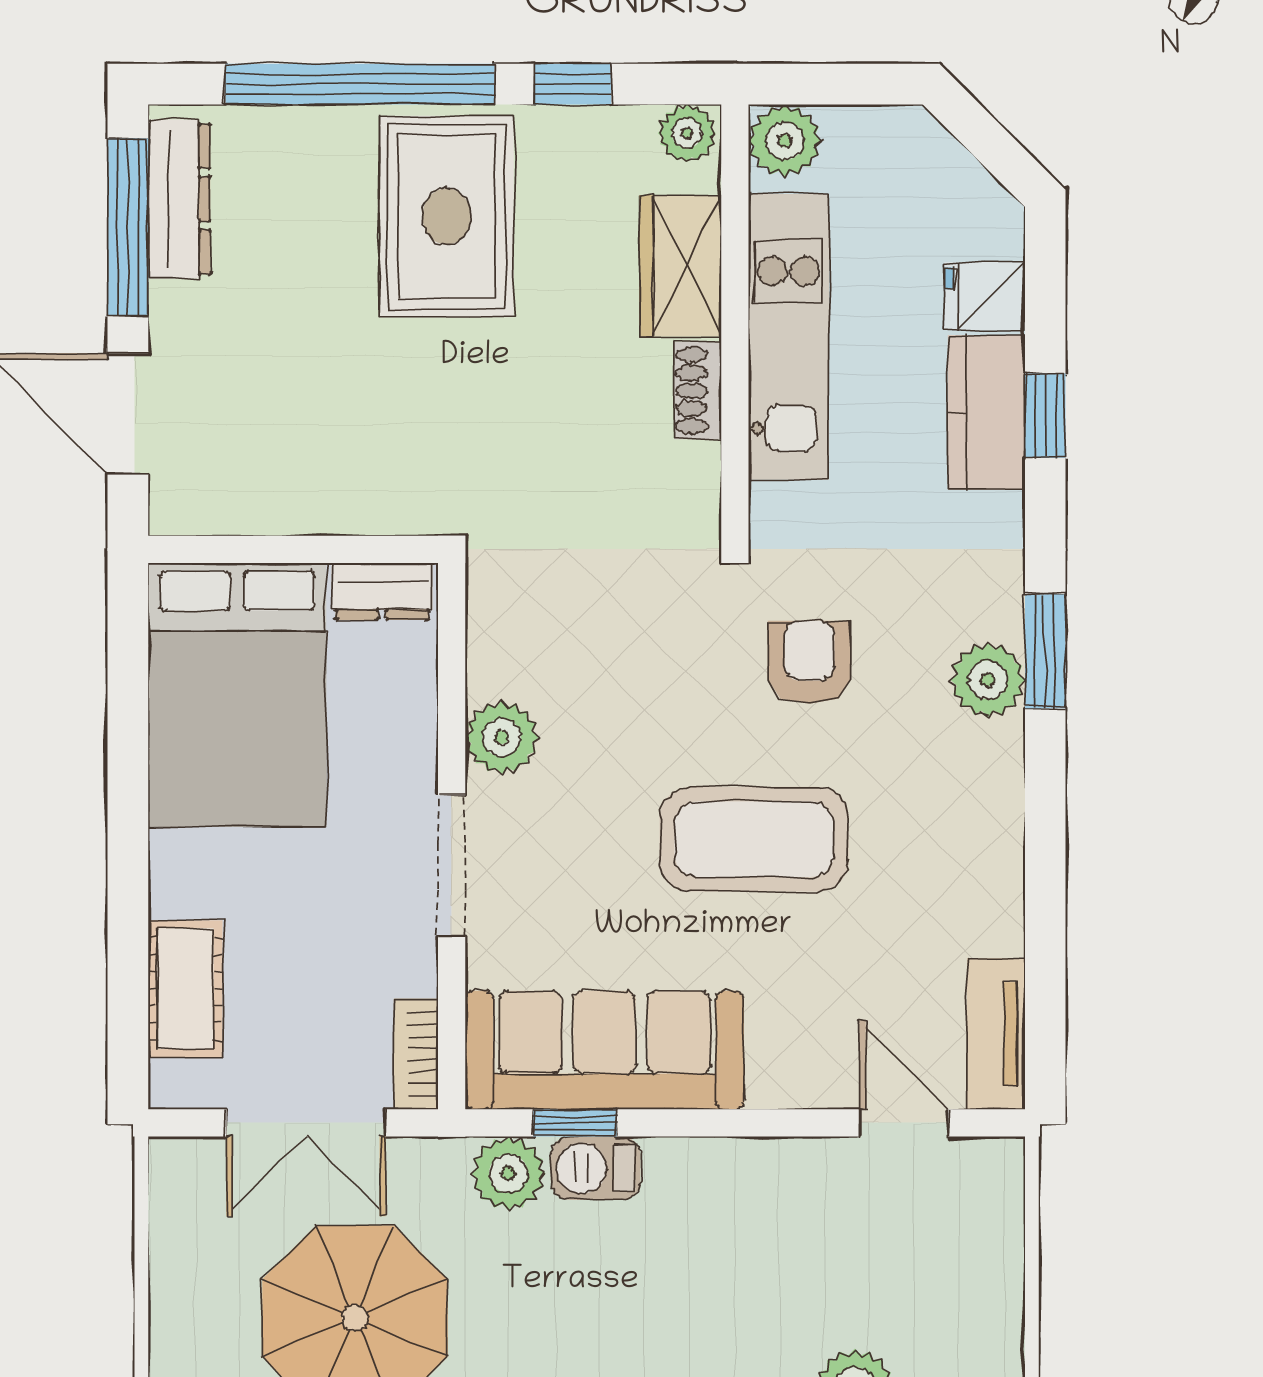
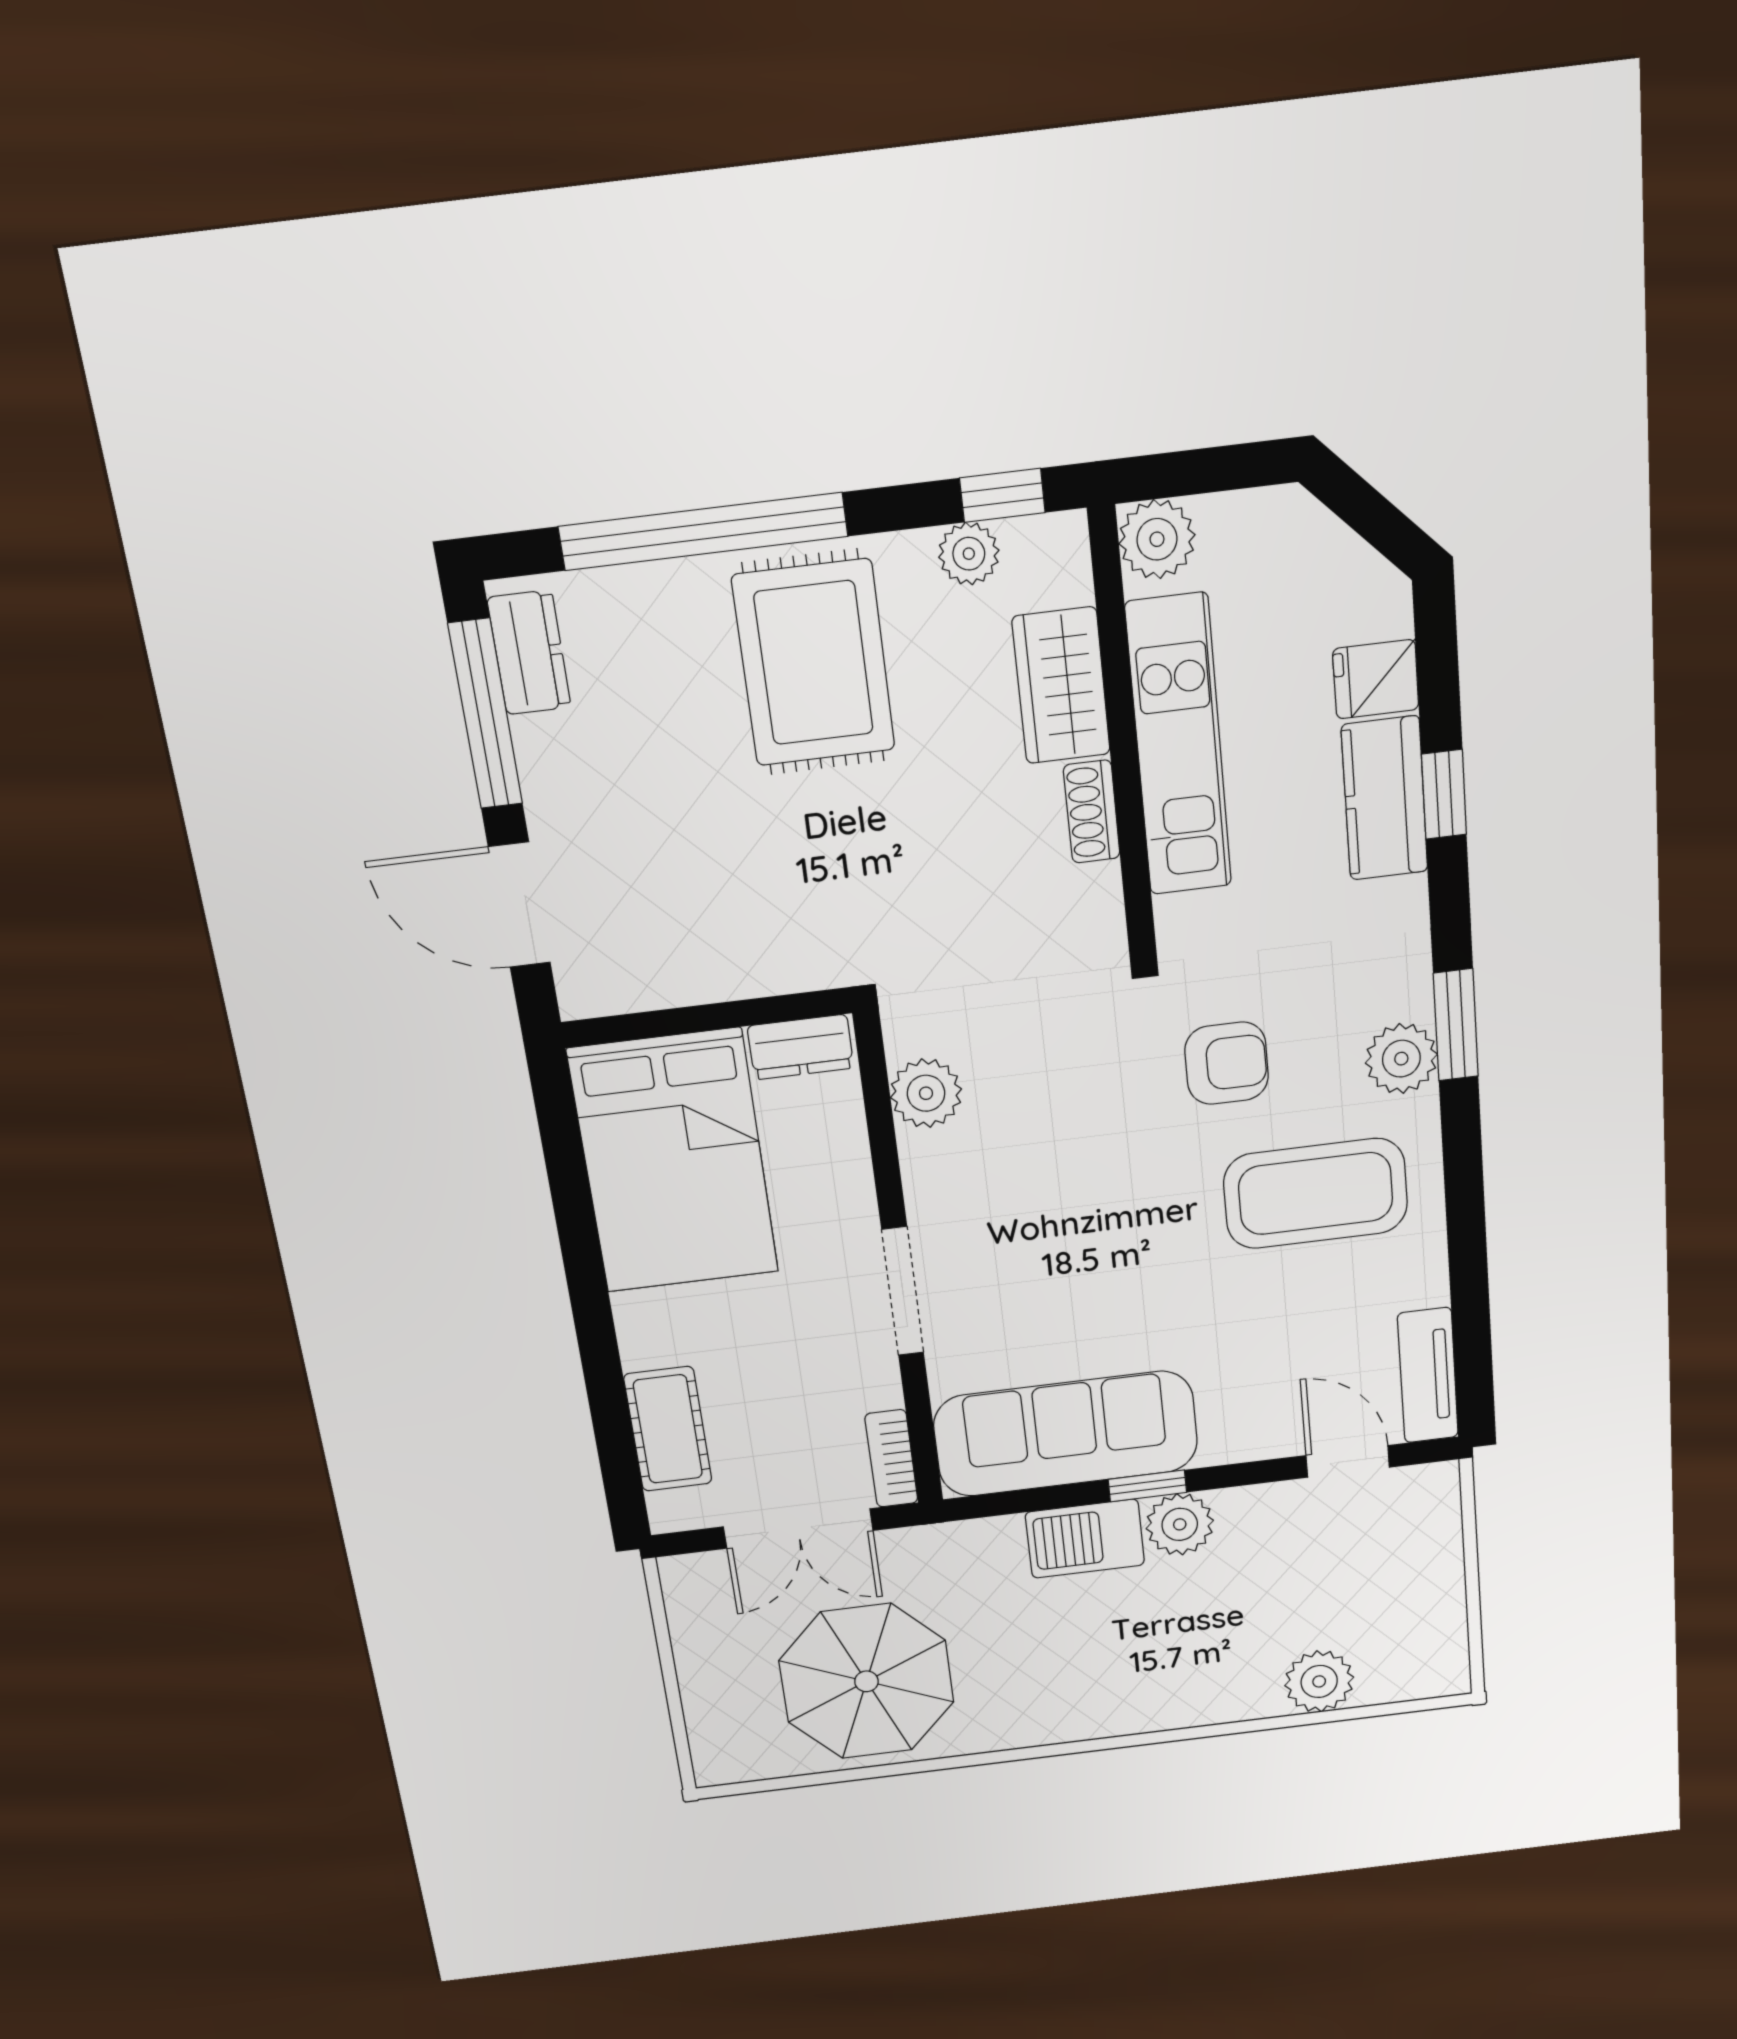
window: (573, 84) -> (1002, 495), moved
plant: (687, 133) -> (969, 554), moved
dresser: (179, 199) -> (529, 653), width x0.70
armchair: (809, 662) -> (1227, 1063), turned 90
plant: (502, 737) -> (926, 1093), moved
coffee table: (754, 839) -> (1316, 1194), moved
window: (575, 1123) -> (1147, 1486), moved
barbecue: (596, 1168) -> (1085, 1539), width x1.38, depth x1.27
plant: (508, 1173) -> (1180, 1524), moved

